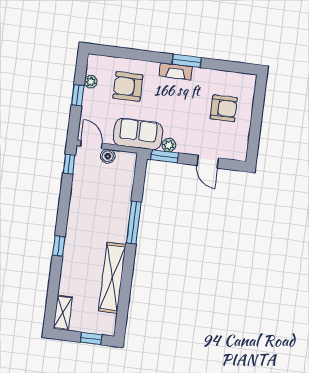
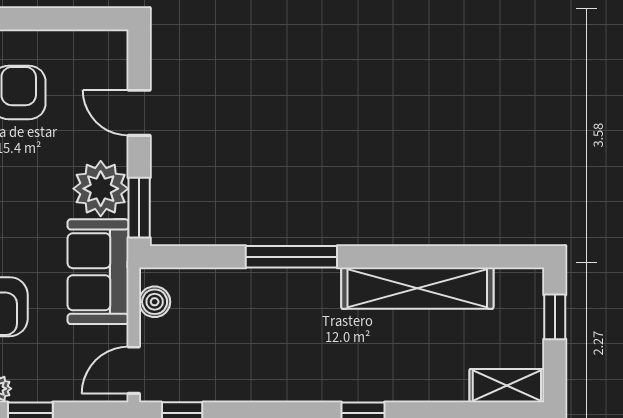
plant: (169, 145) -> (101, 189), width x1.87, depth x1.87
boiler: (108, 156) -> (155, 302), moved
door: (208, 162) -> (139, 113), swing flipped

